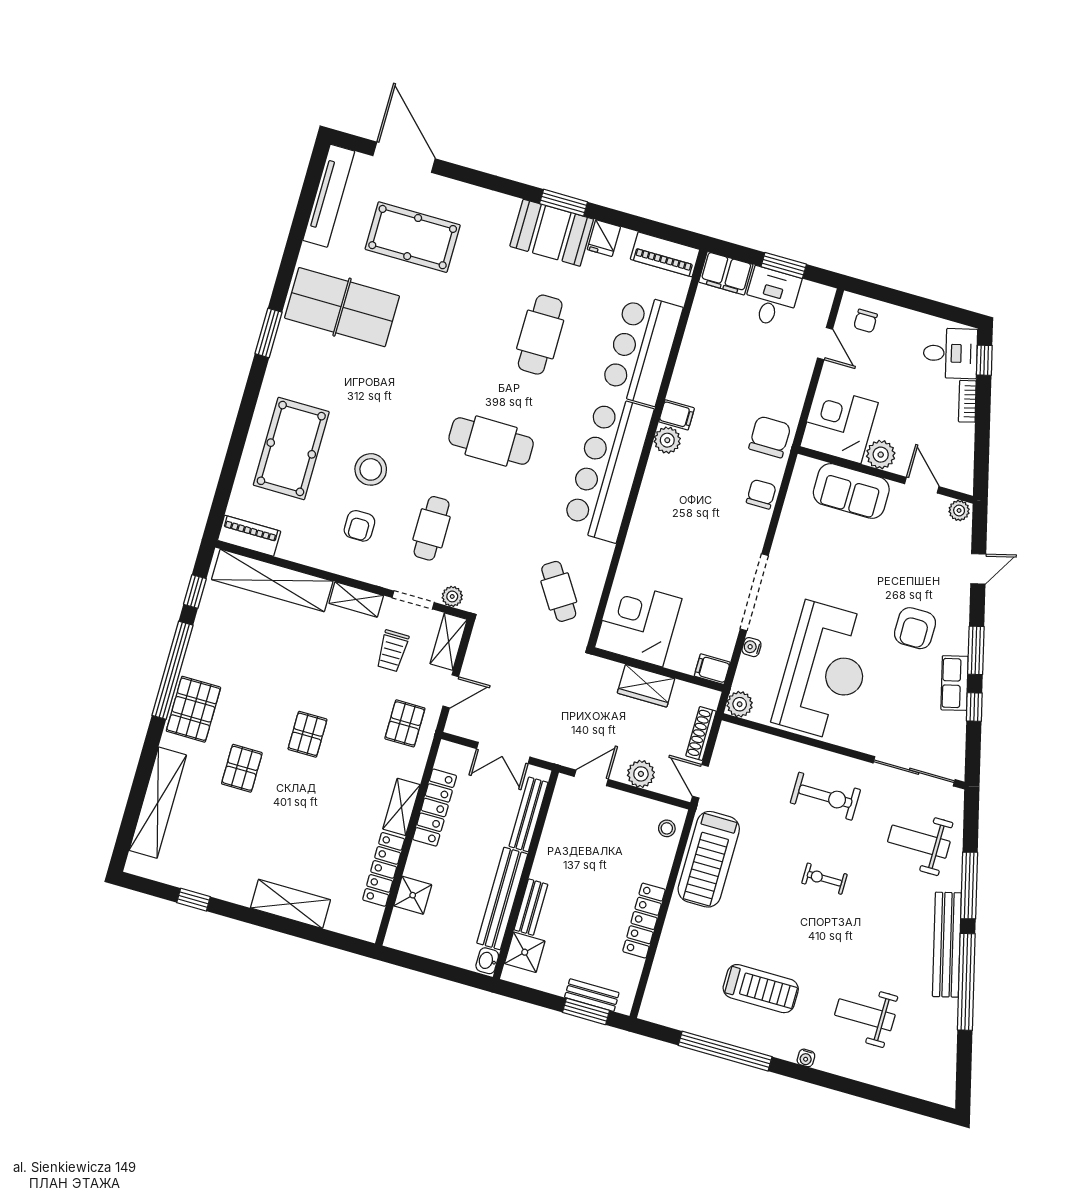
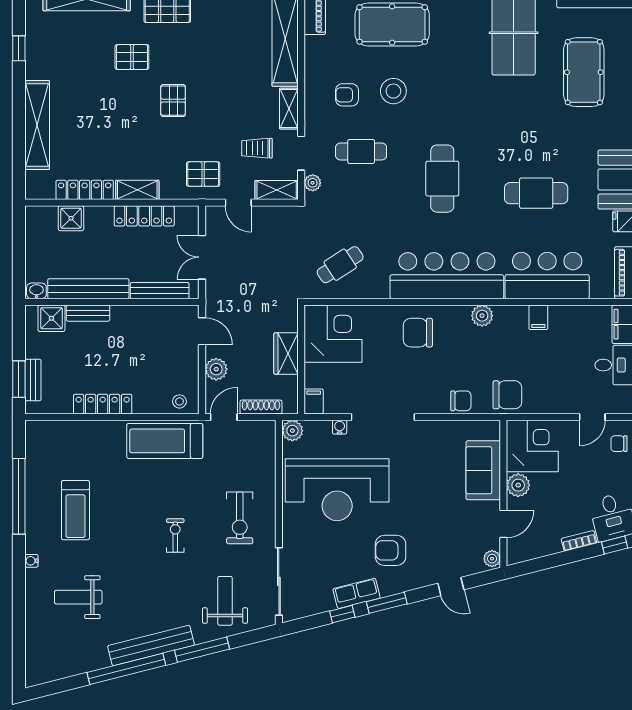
filing cabinet: (677, 415) -> (538, 317), moved
chair: (666, 522) -> (418, 333), added
pallet: (307, 734) -> (173, 101), turned 90
shelving: (290, 904) -> (37, 125), width x1.47
weight bench: (865, 1015) -> (78, 597), turned -90

